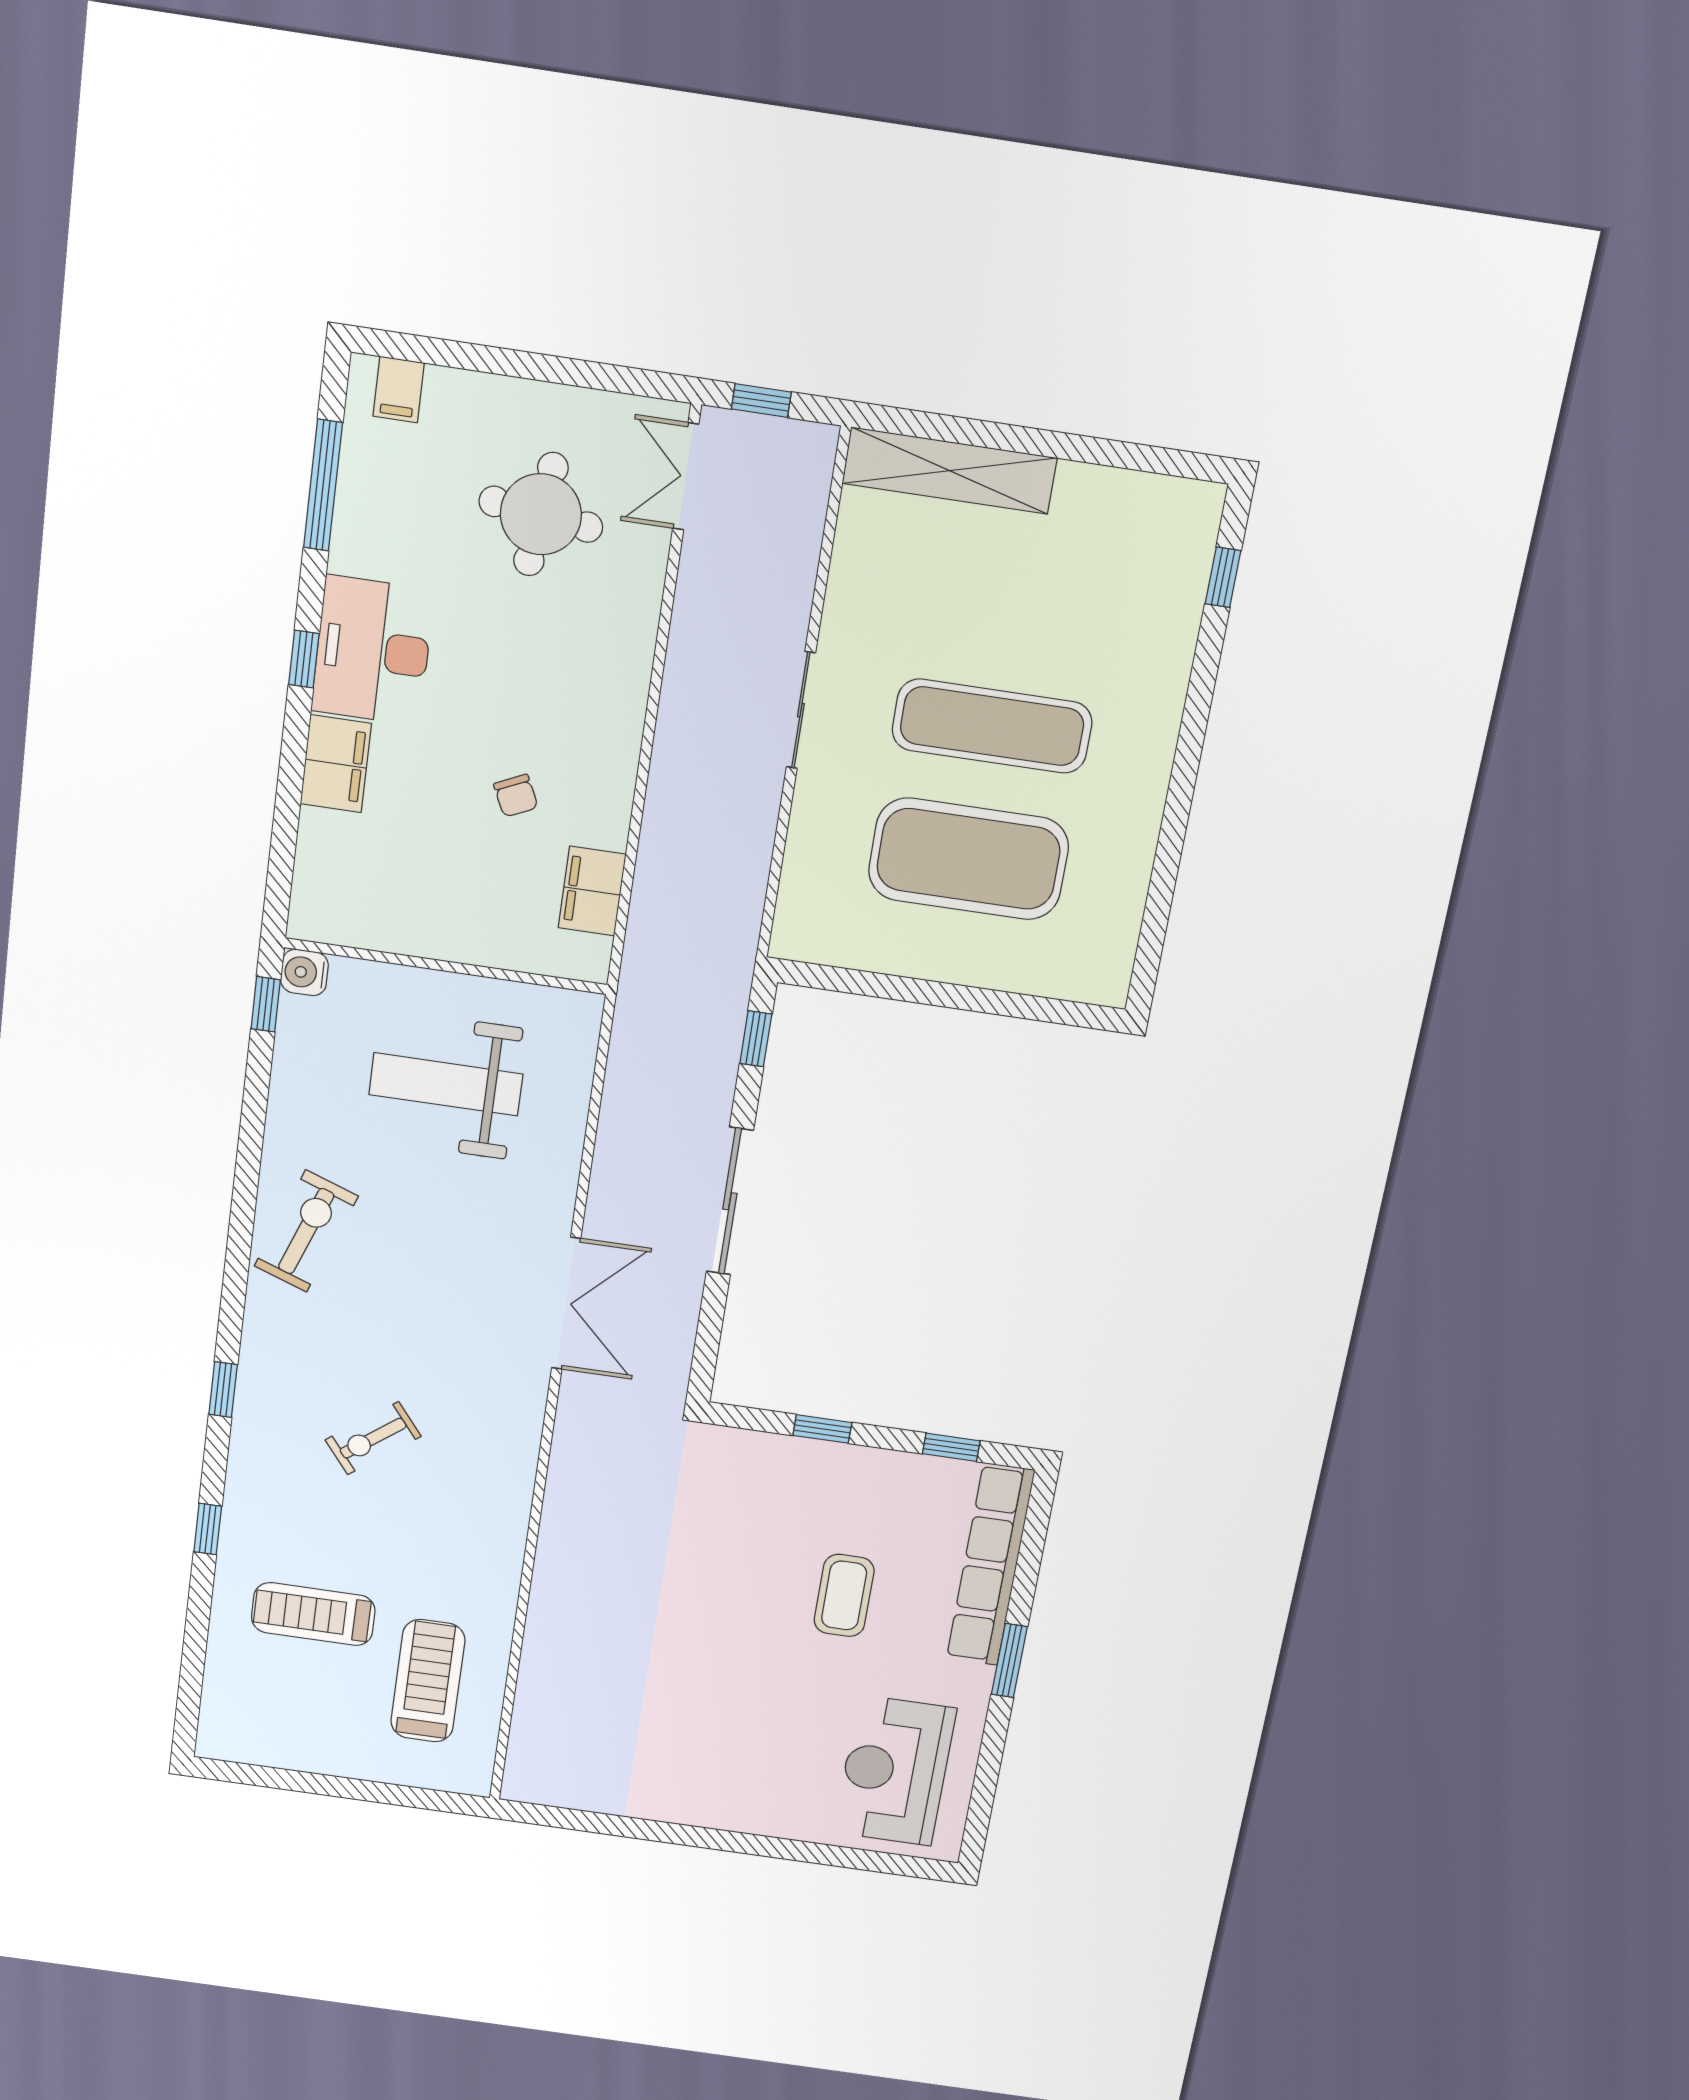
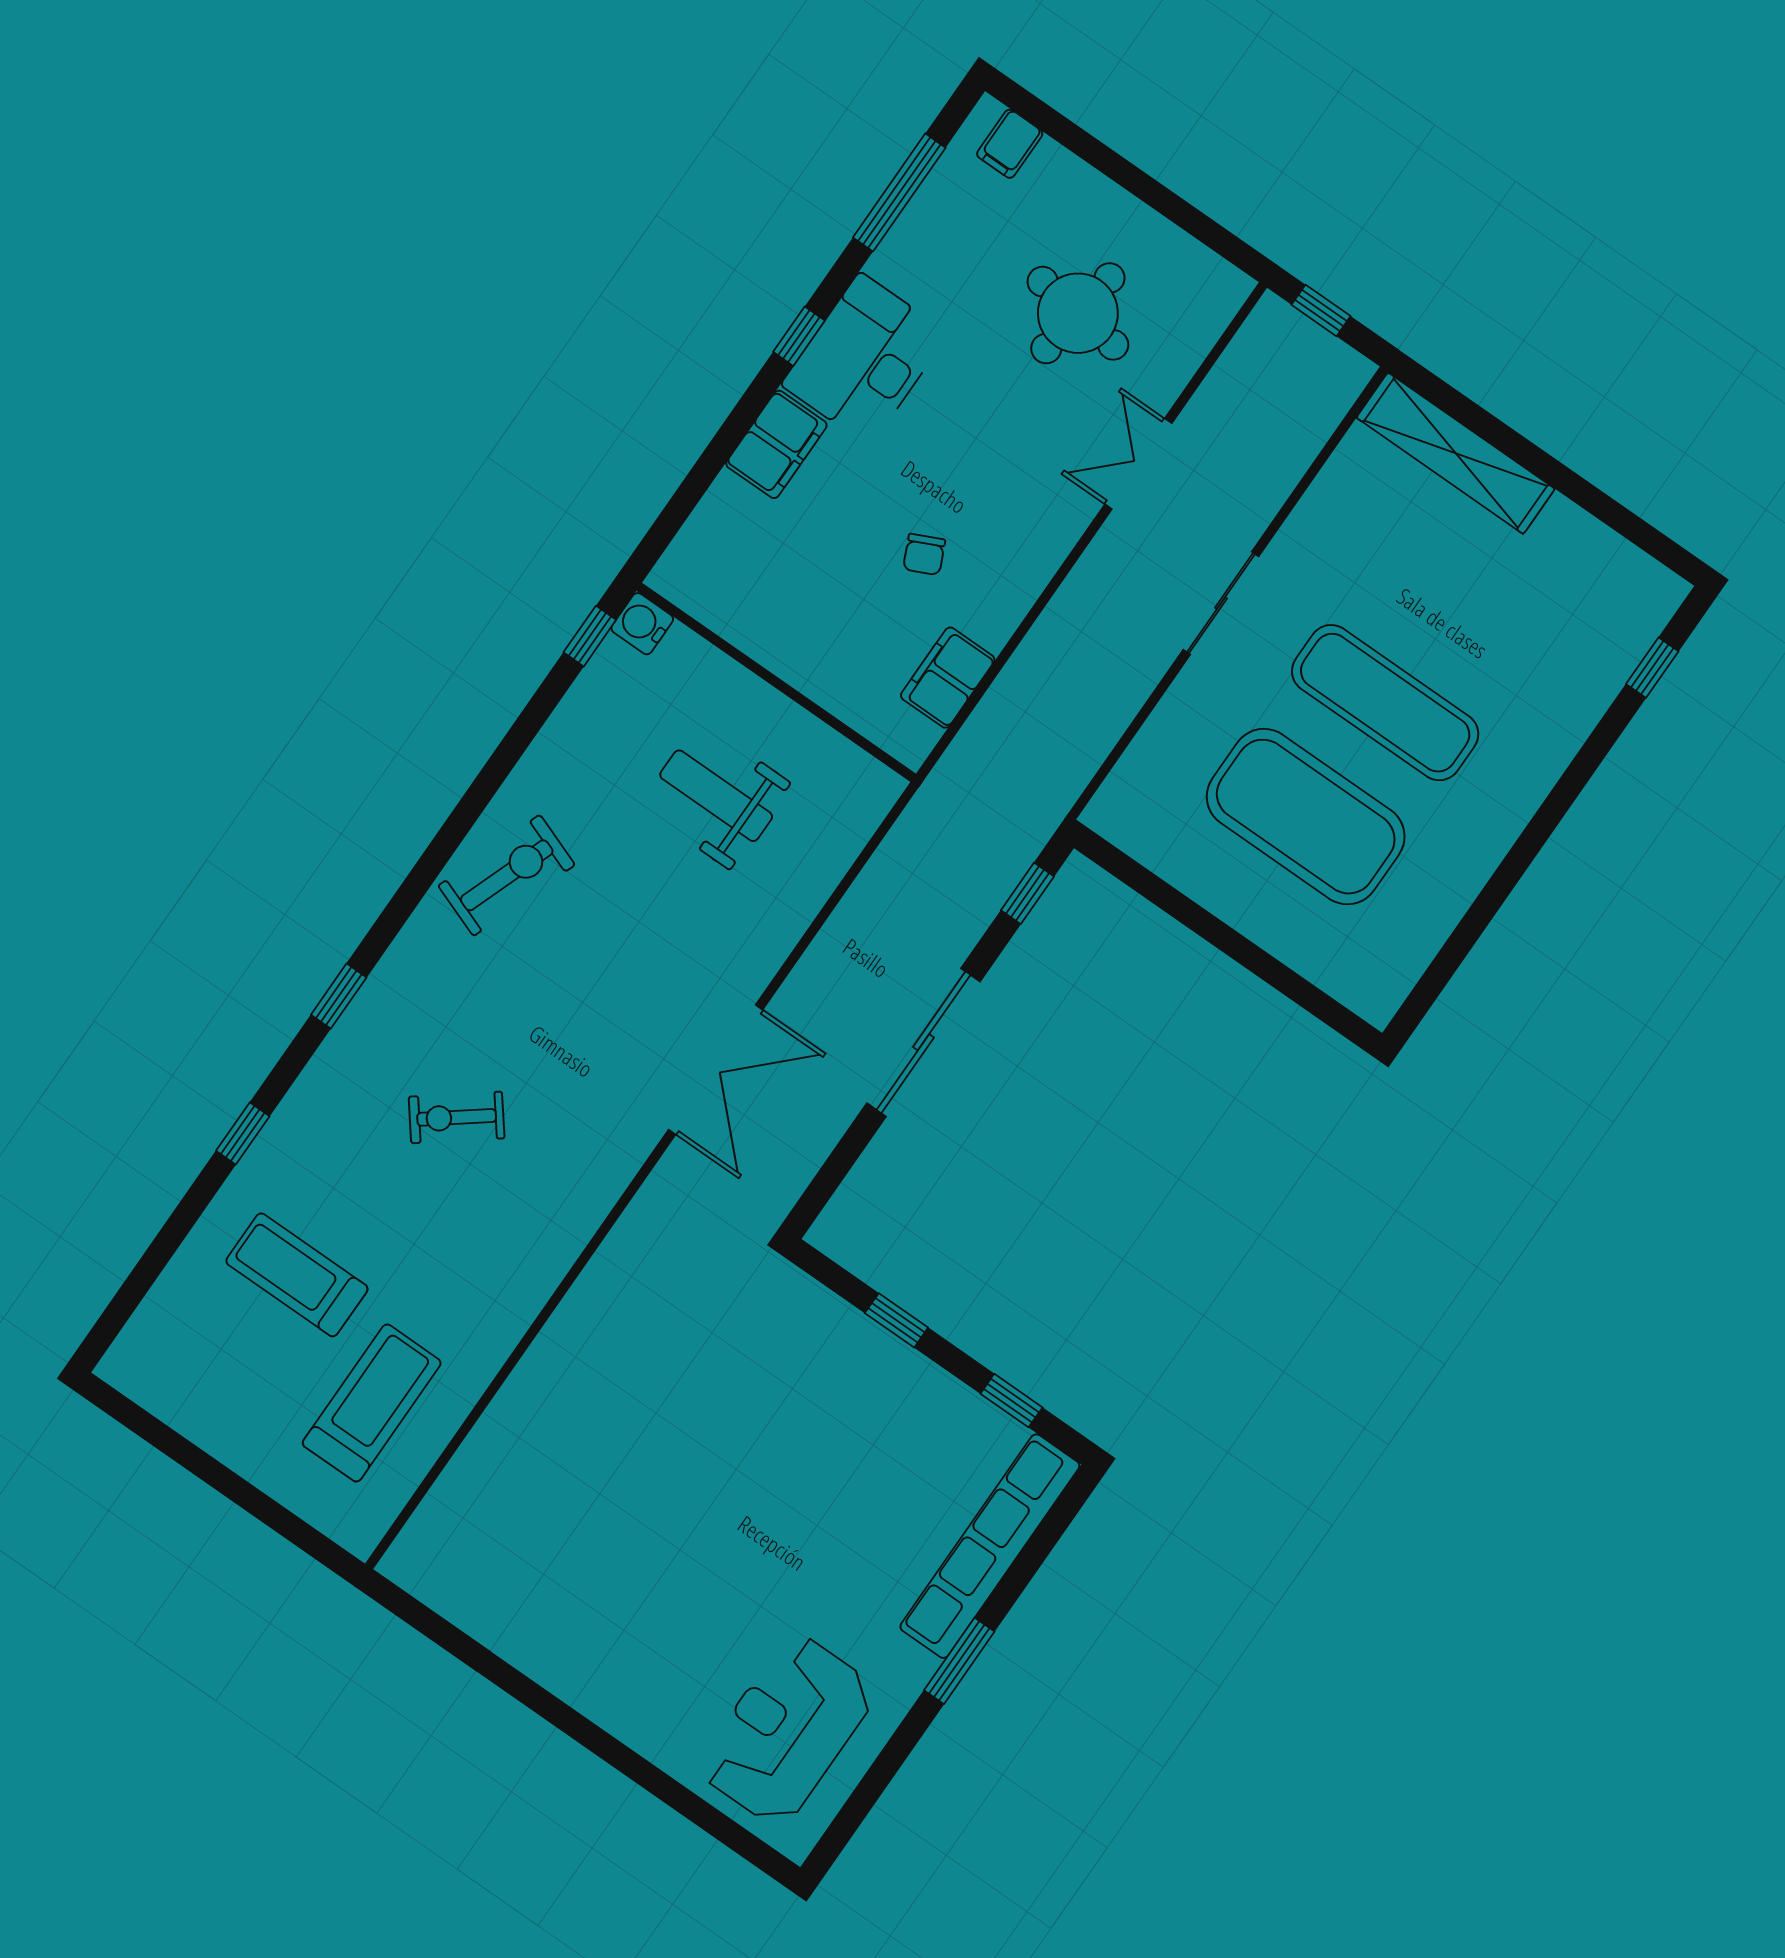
double door: (686, 476) -> (1138, 464), moved
weight bench: (446, 1084) -> (716, 796), width x0.73, depth x0.75
coffee table: (844, 1595) -> (831, 1510), removed

